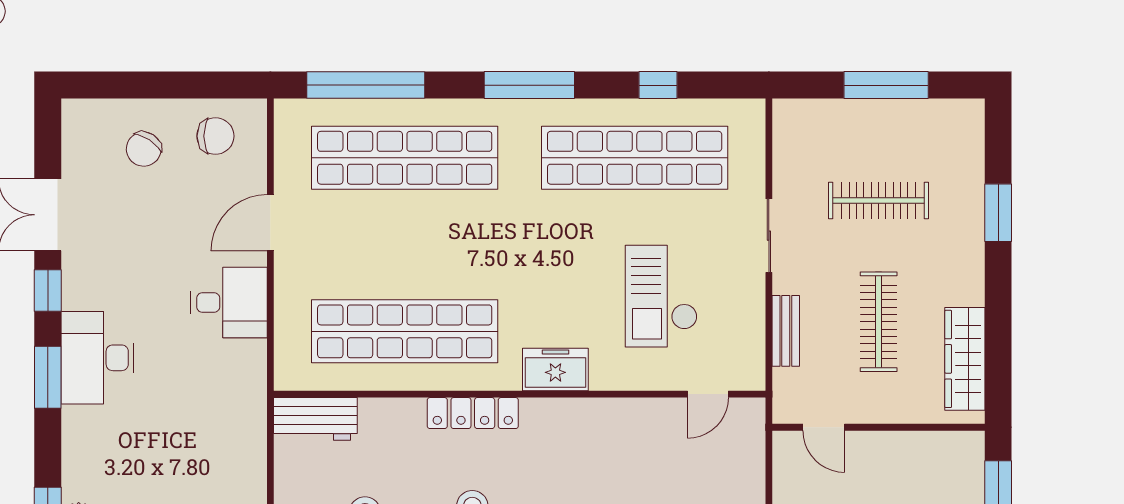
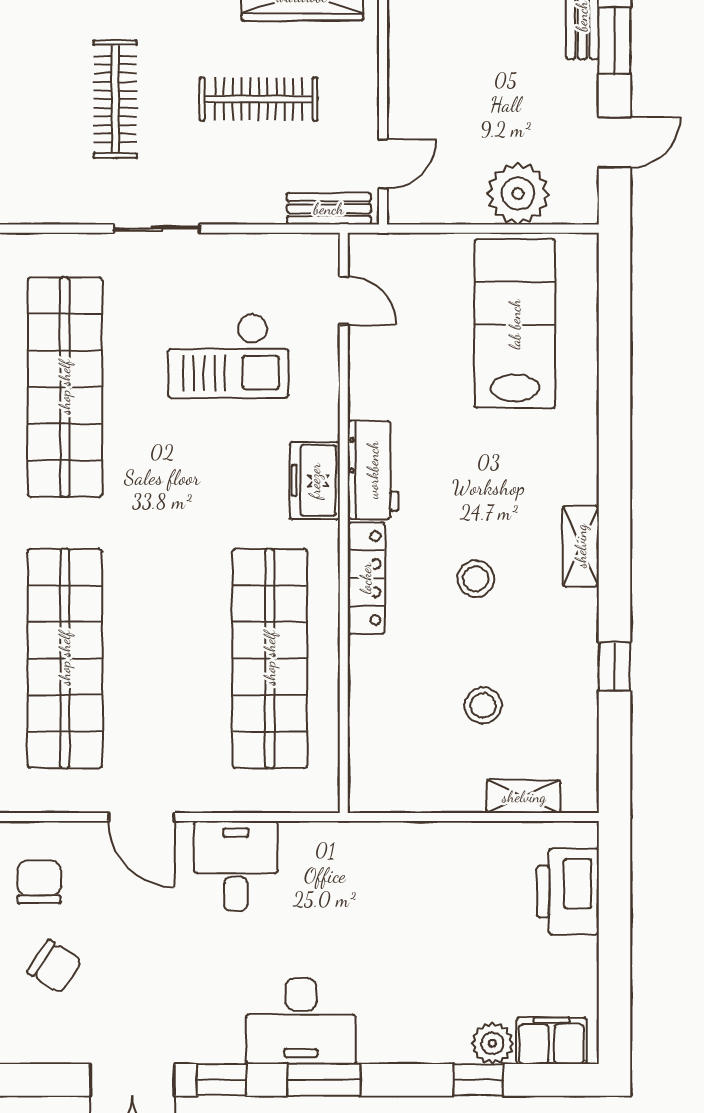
bench: (786, 331) -> (329, 209), moved
workbench: (315, 419) -> (373, 470), moved

